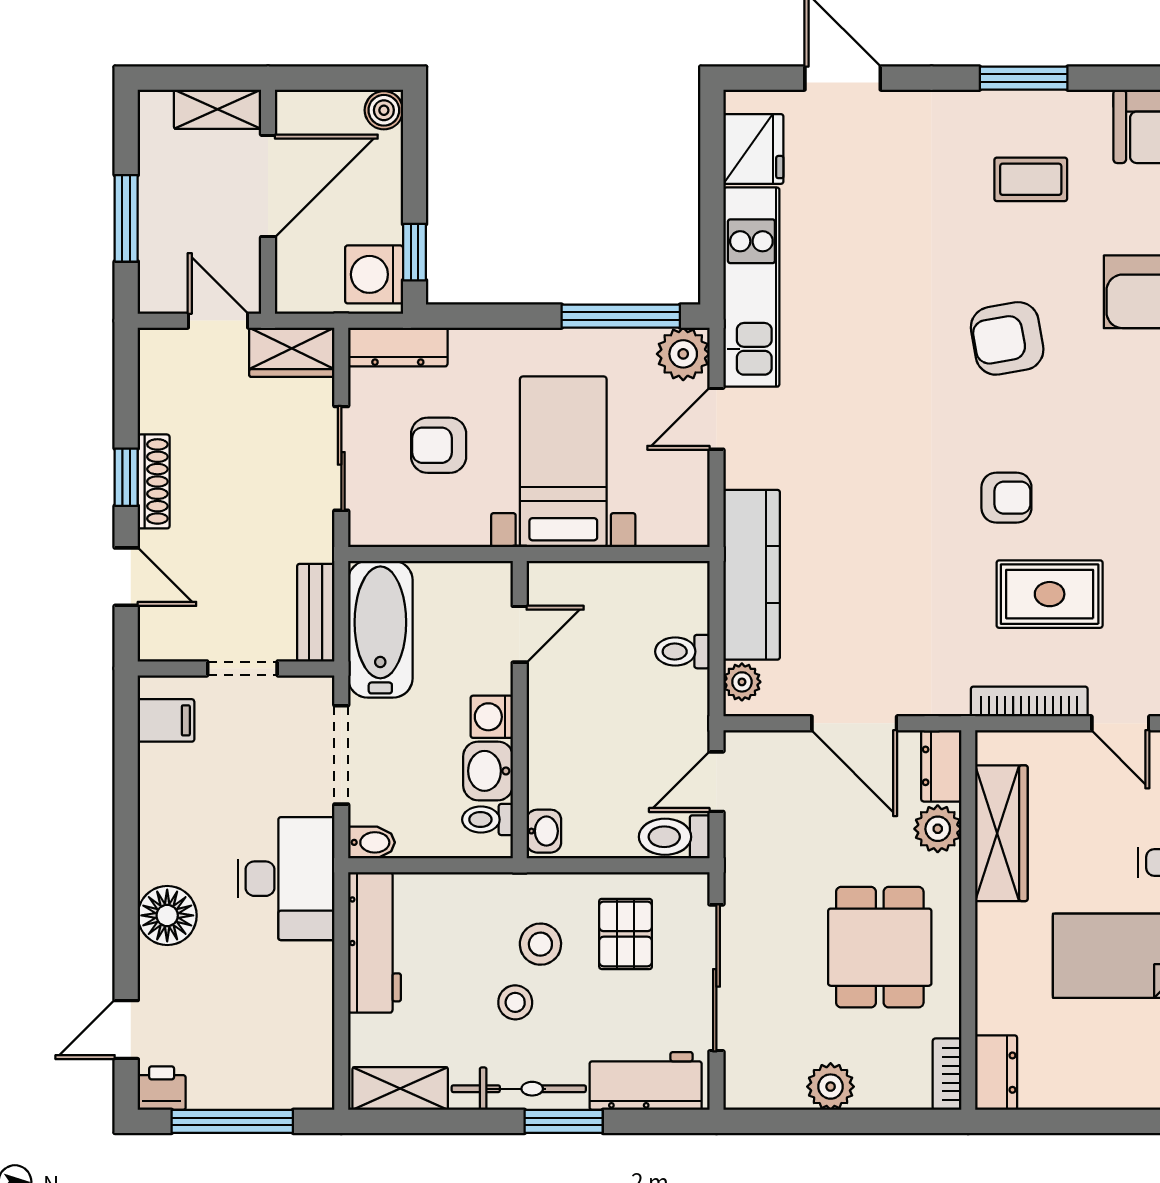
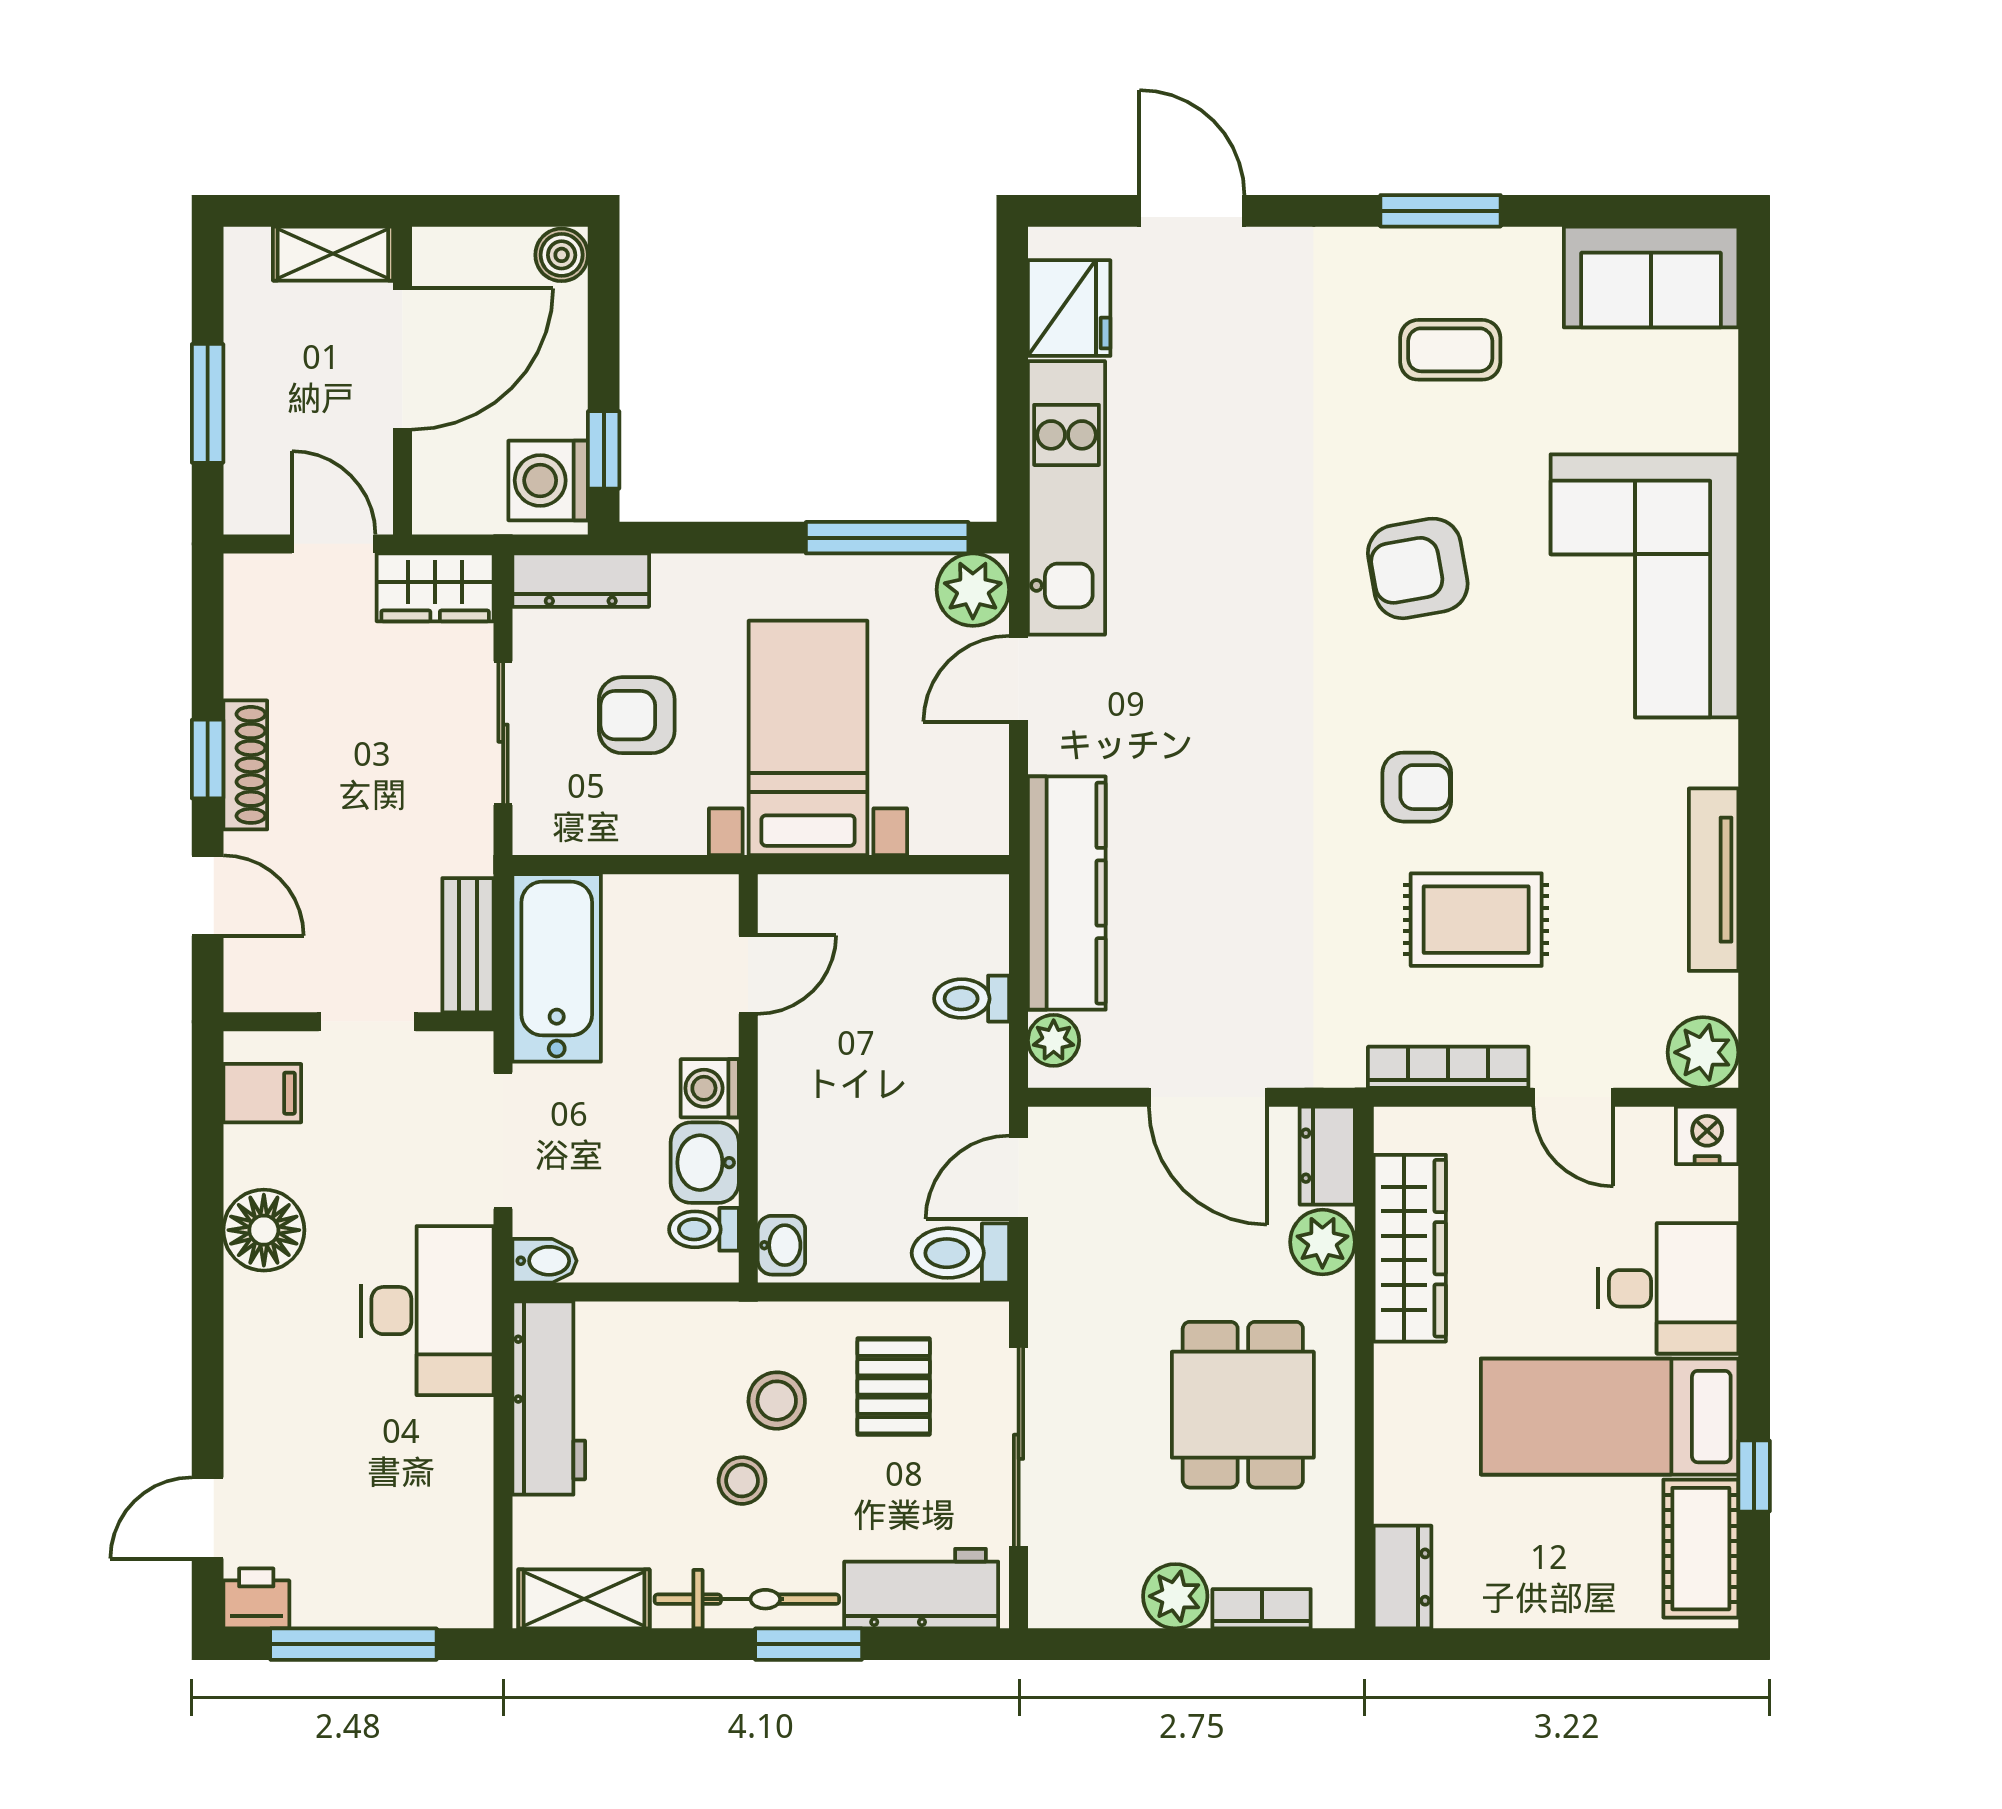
floor lamp: (167, 915) -> (264, 1230), moved
bookcase: (947, 1074) -> (1262, 1609), moved, turned 90

